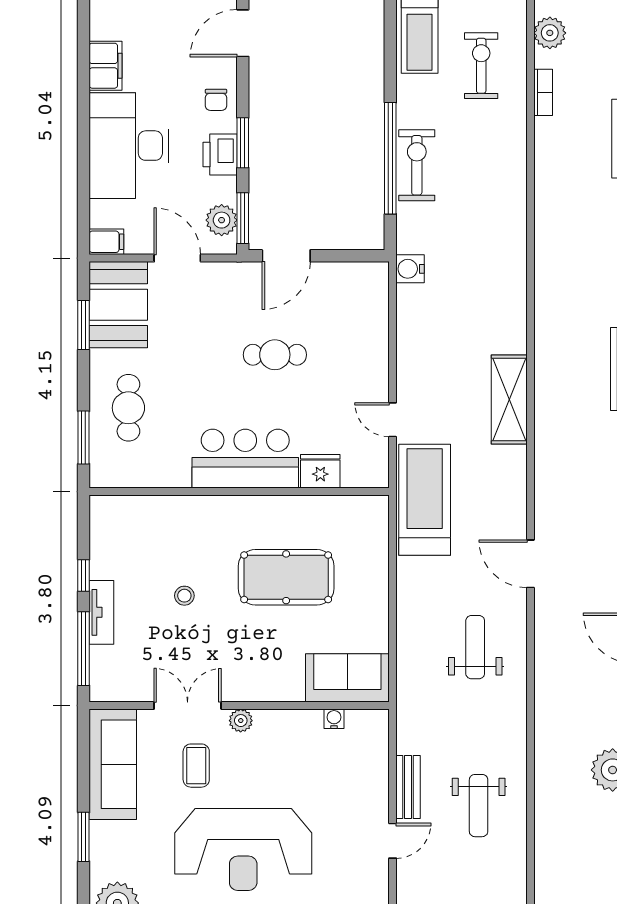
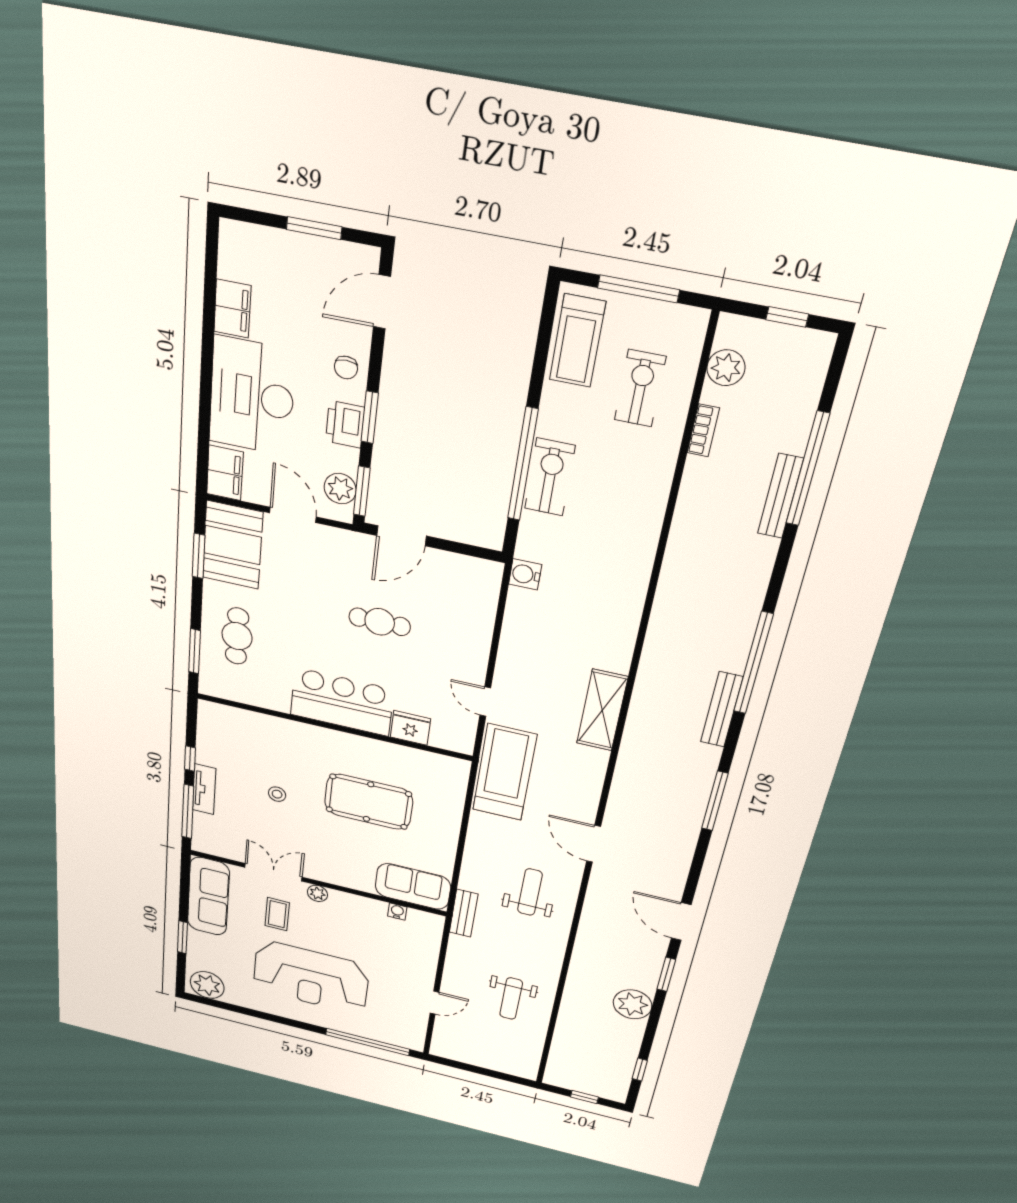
filing cabinet: (106, 242) -> (225, 473), width x2.00
bench: (408, 787) -> (464, 913), moved

